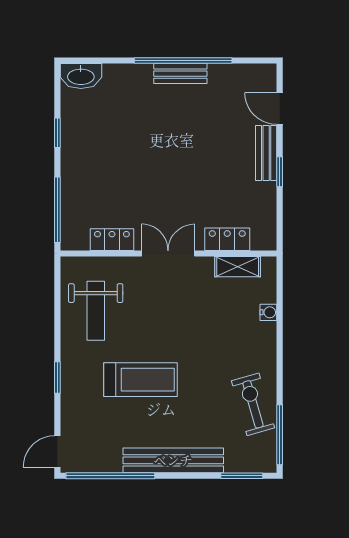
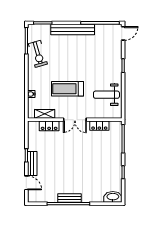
weight bench: (96, 311) -> (106, 95), turned -90
treadmill: (141, 380) -> (67, 89), moved

